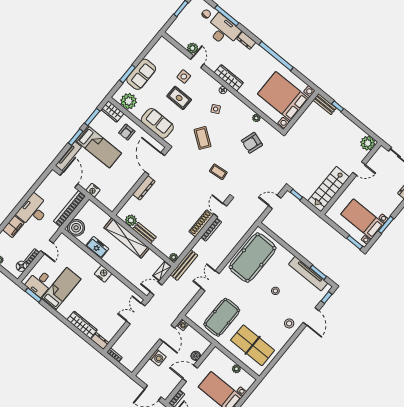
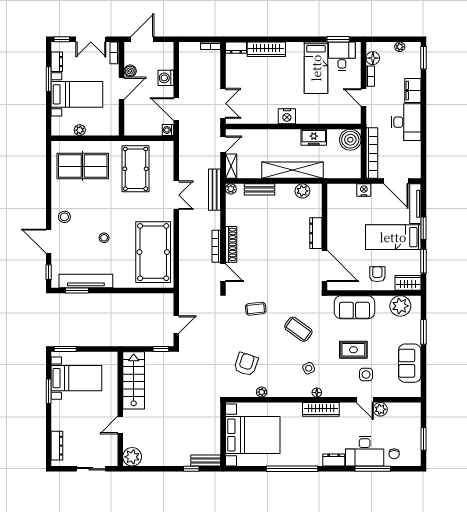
sofa: (141, 74) -> (410, 363), moved
bench: (144, 233) -> (260, 189), moved
boiler: (196, 356) -> (130, 71), moved

